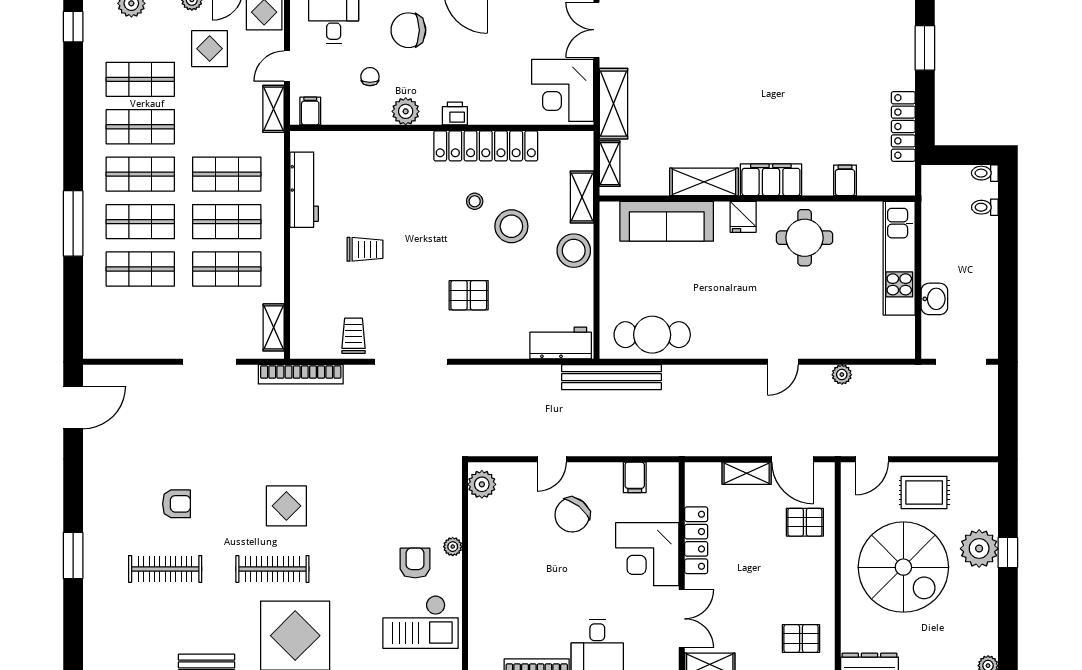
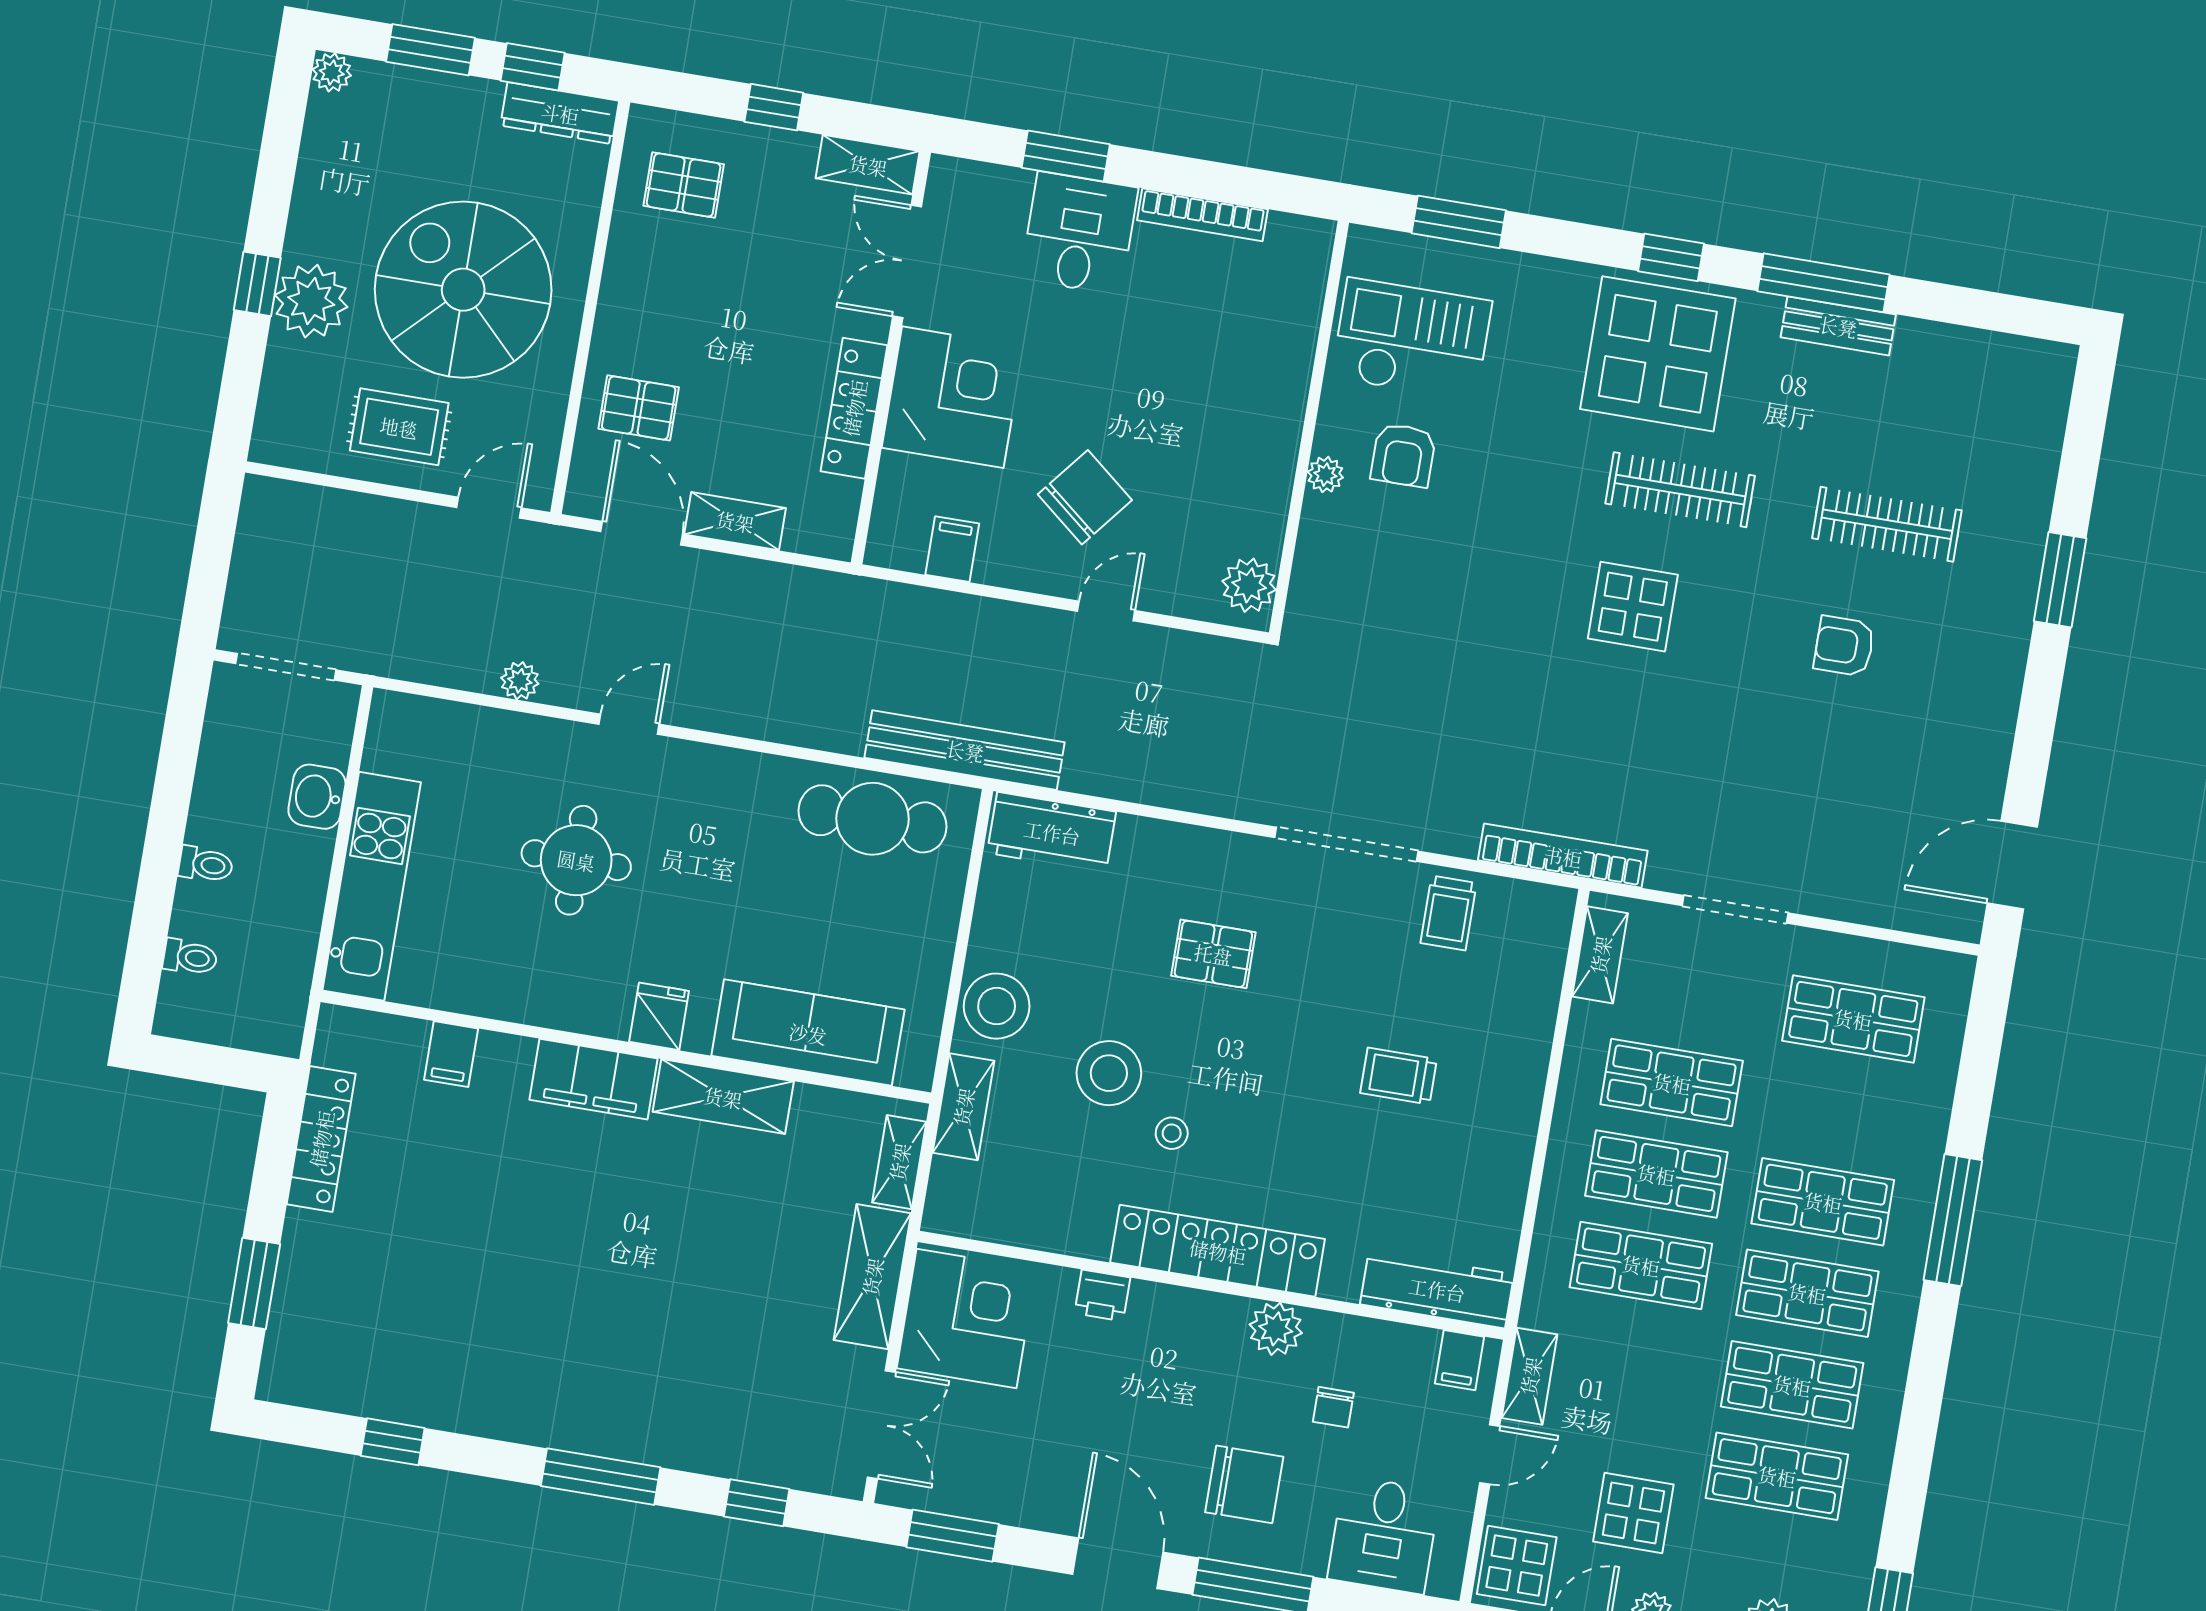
printer: (455, 114) -> (1102, 1295), moved
locker: (486, 146) -> (1218, 1251), moved
toilet: (985, 173) -> (206, 864), moved
workbench: (304, 190) -> (1437, 1289), moved, turned 90
round table: (805, 238) -> (576, 860), moved
shop shelf: (140, 269) -> (1853, 1019), moved

